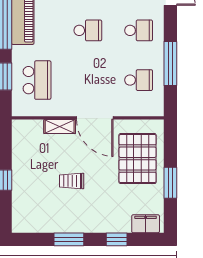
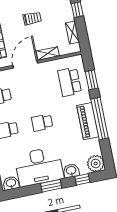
door: (95, 118) -> (25, 64), hinge flipped
shelving: (19, 149) -> (72, 32), added

